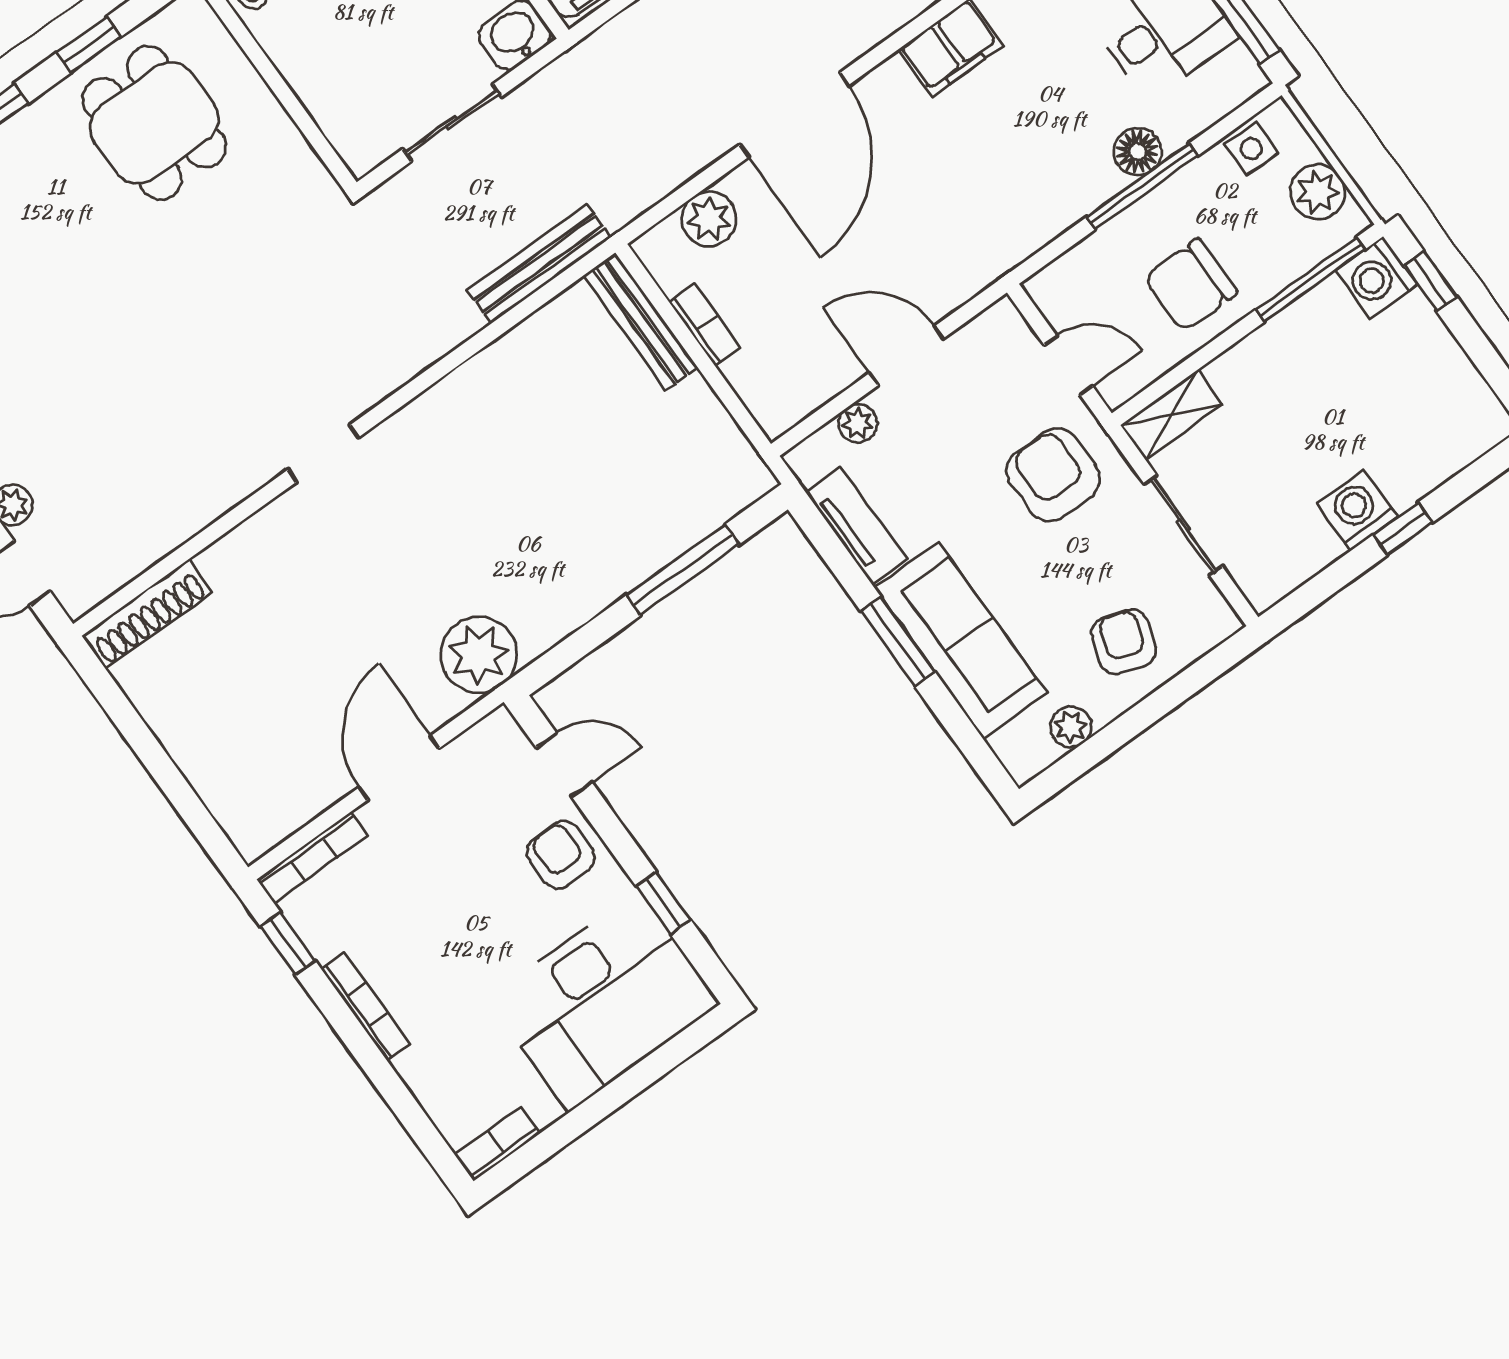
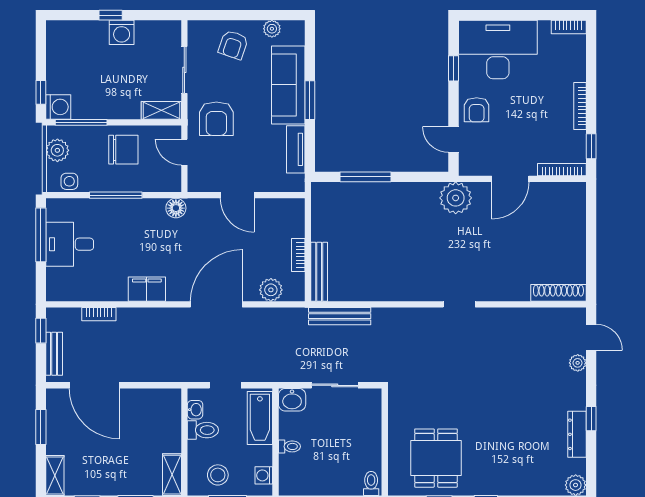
floor lamp: (1138, 151) -> (176, 208), moved
plant: (858, 423) -> (270, 184), removed

